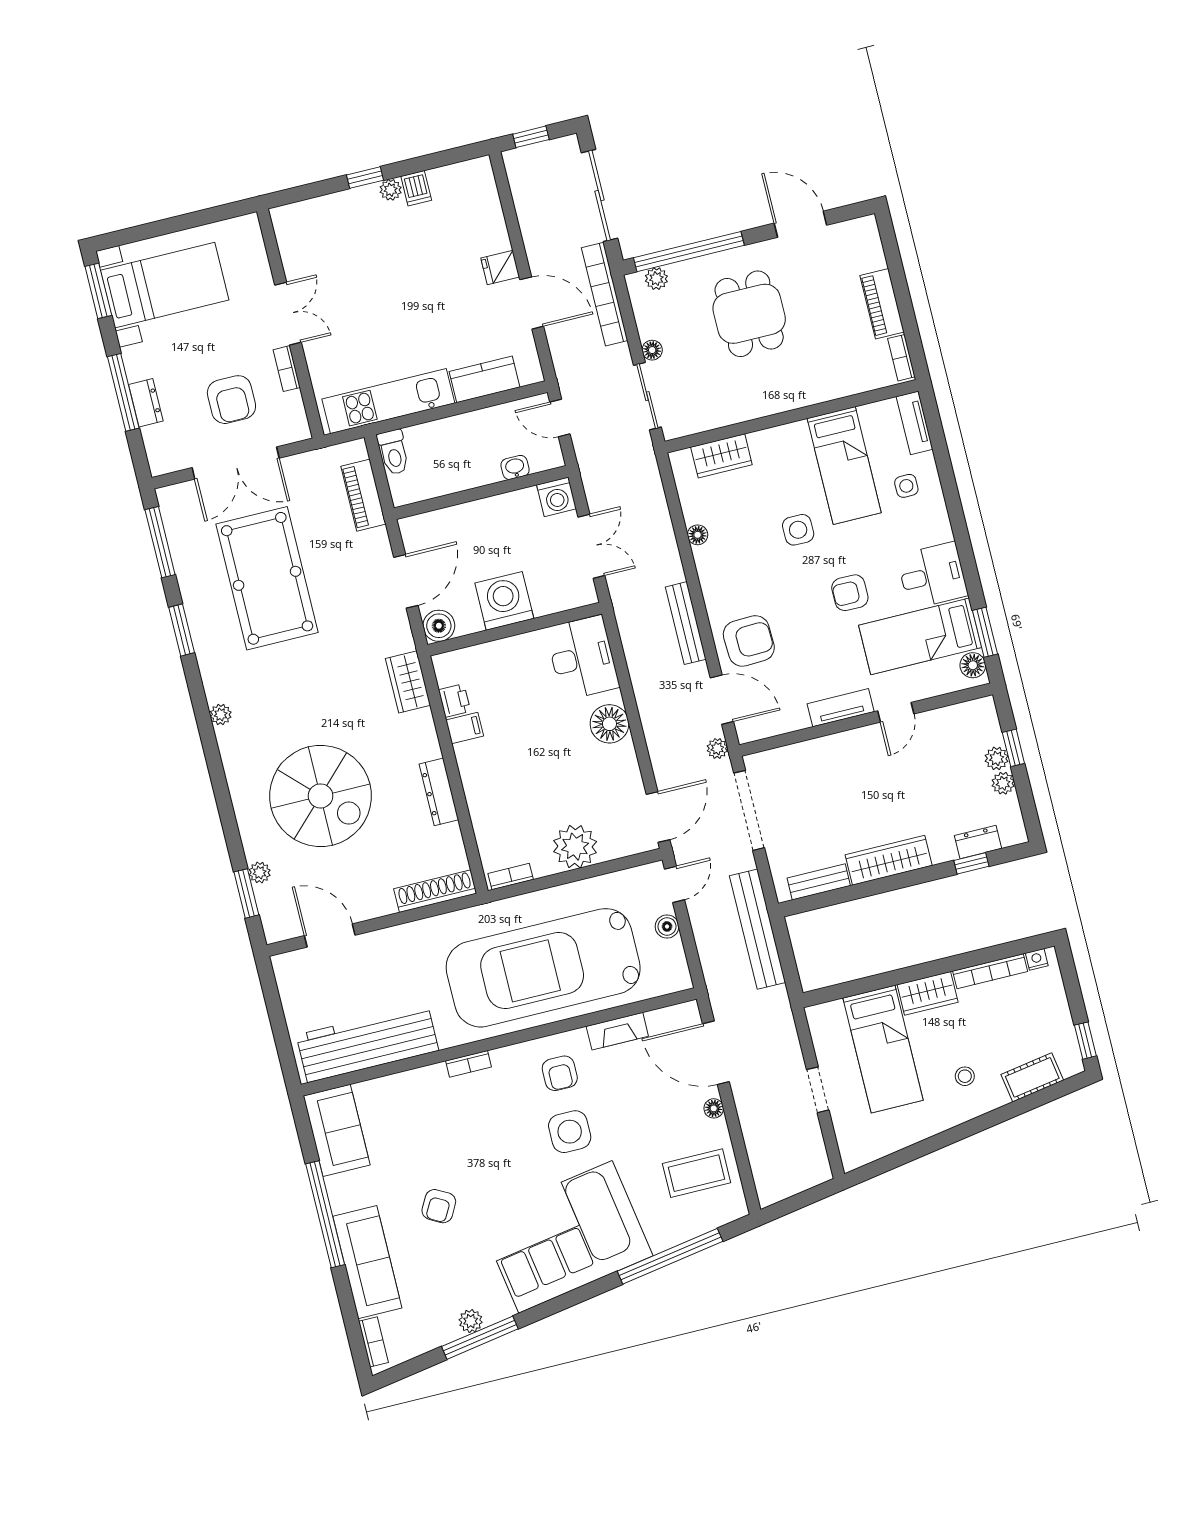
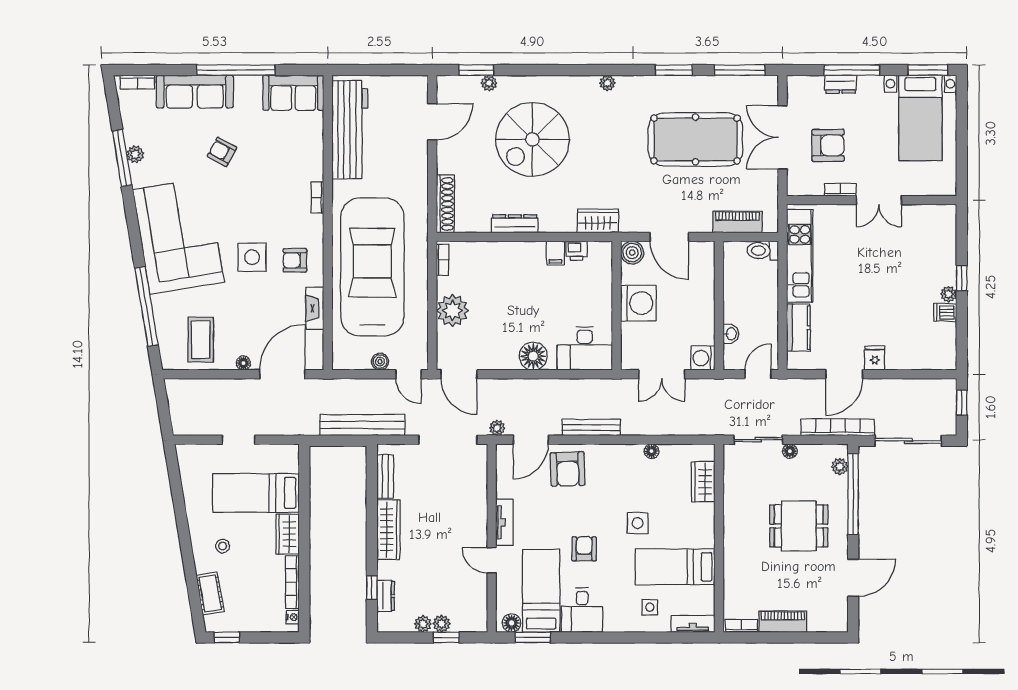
armchair: (231, 400) -> (828, 145), turned 180

